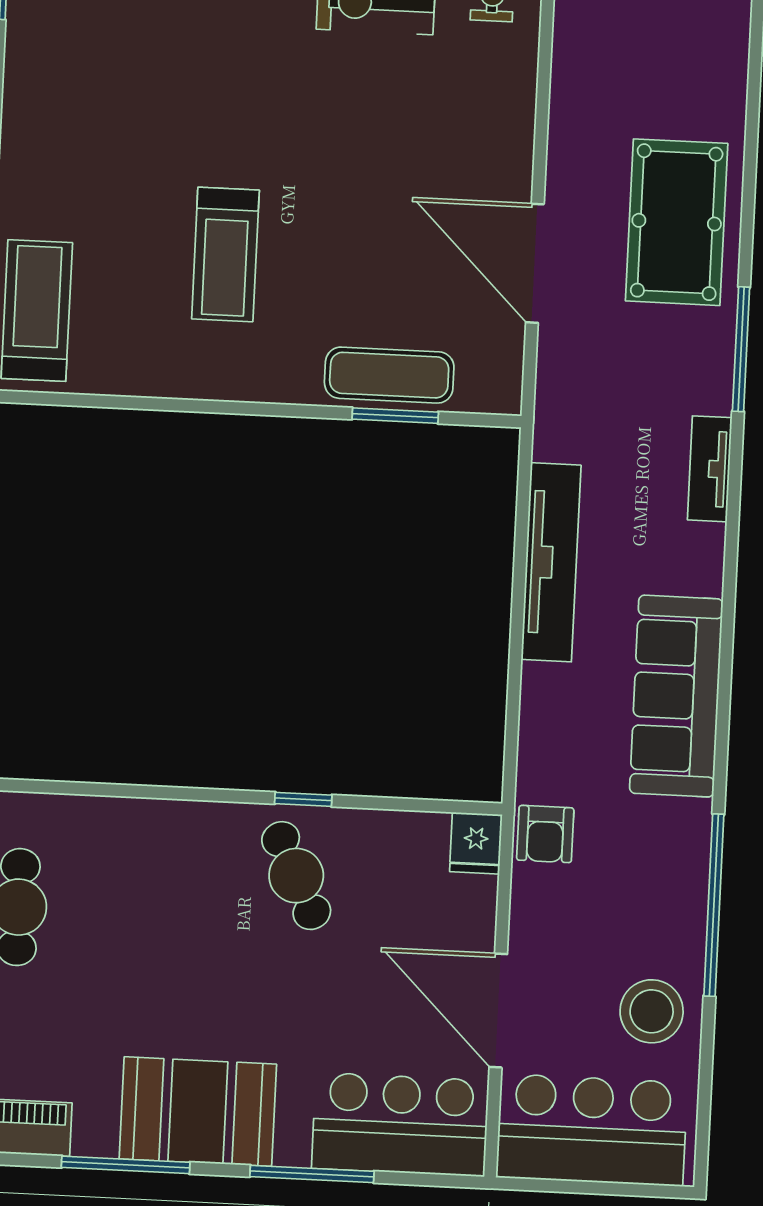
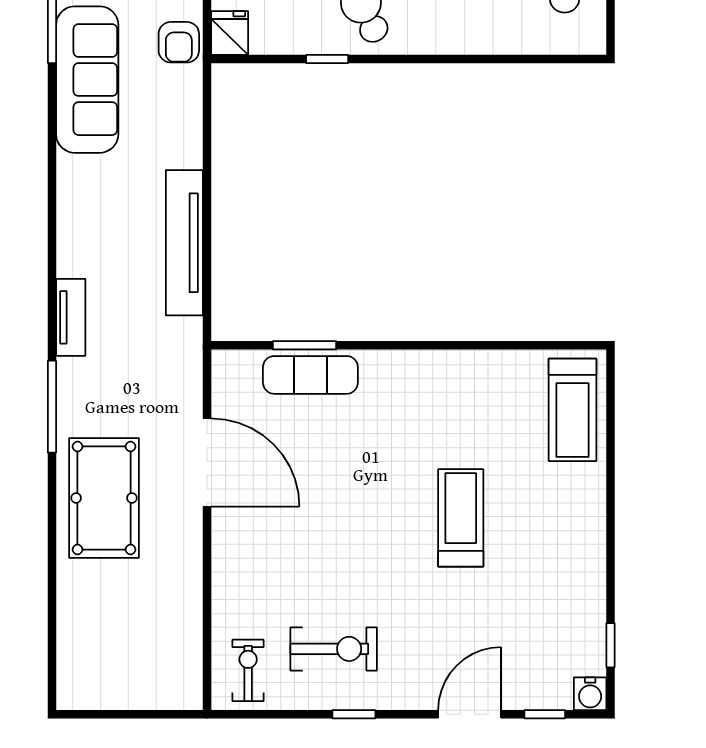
treadmill: (225, 255) -> (461, 518), moved
sofa: (676, 696) -> (87, 80), moved
window: (303, 799) -> (327, 59), moved
armchair: (545, 834) -> (179, 42), turned 180

